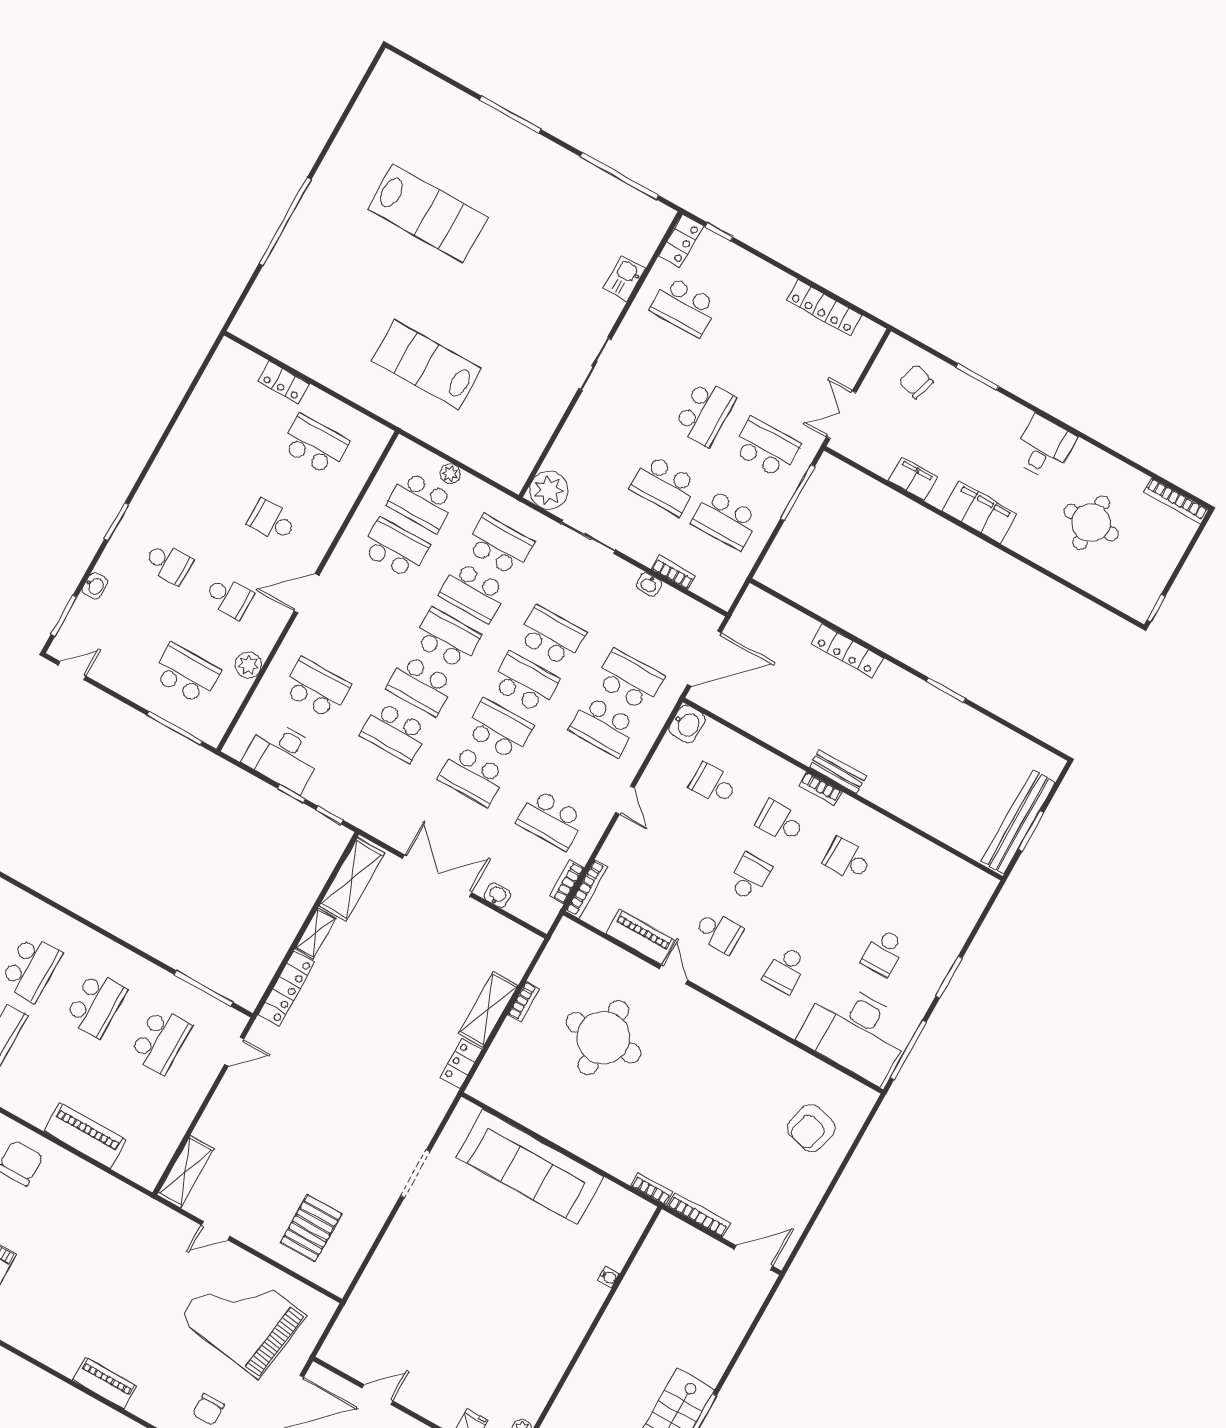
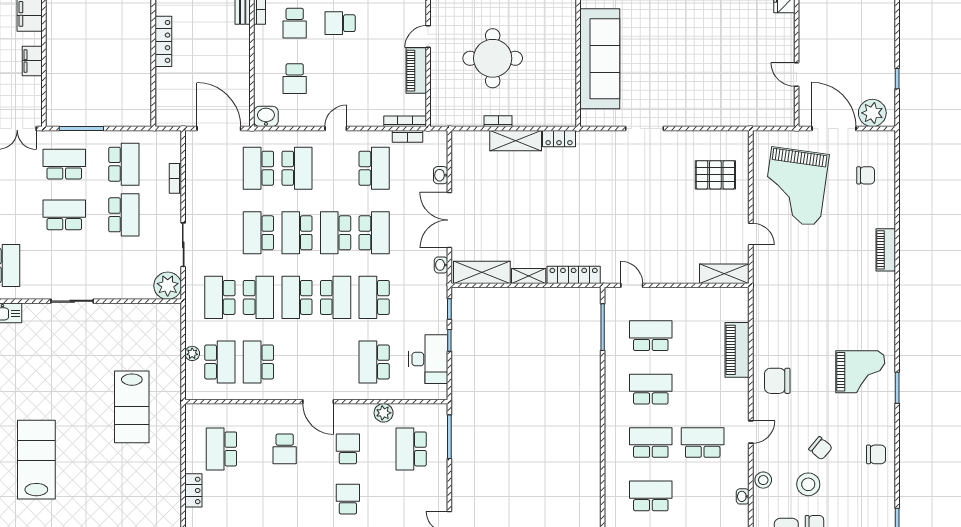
school desk: (766, 447) -> (64, 164), turned 90
washbasin: (649, 584) -> (441, 265), moved, turned 180
school desk: (395, 732) -> (374, 297), turned 180
school desk: (719, 932) -> (385, 23), removed

